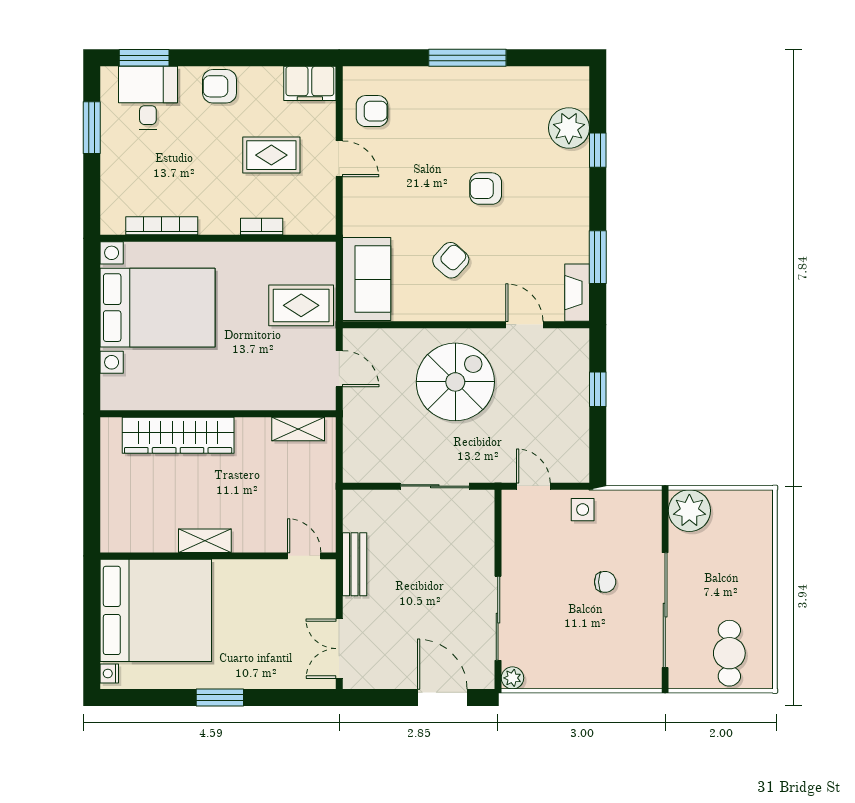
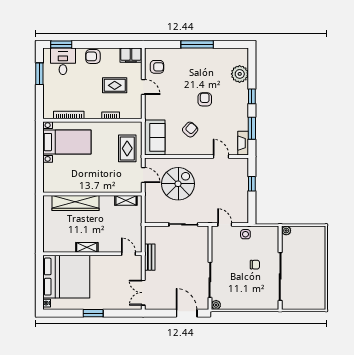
window: (598, 150) -> (252, 96), moved
armchair: (486, 189) -> (205, 99), turned 90
rug: (301, 305) -> (127, 148), turned 90
bed with nightstands: (157, 308) -> (67, 142), width x0.73
spiral stairs: (455, 382) -> (178, 184), moved
plant: (689, 511) -> (286, 231), width x0.53, depth x0.53
cafe table: (729, 653) -> (307, 295), removed

